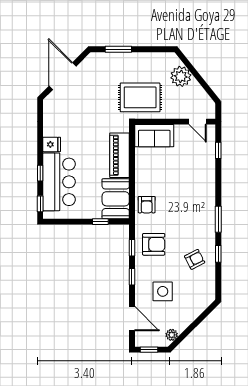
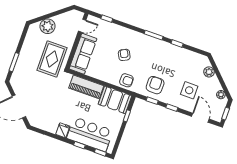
sofa: (154, 136) -> (83, 54), width x1.36
armchair: (195, 259) -> (124, 55), moved
plant: (196, 309) -> (209, 72), added
door: (132, 319) -> (200, 118), hinge flipped

